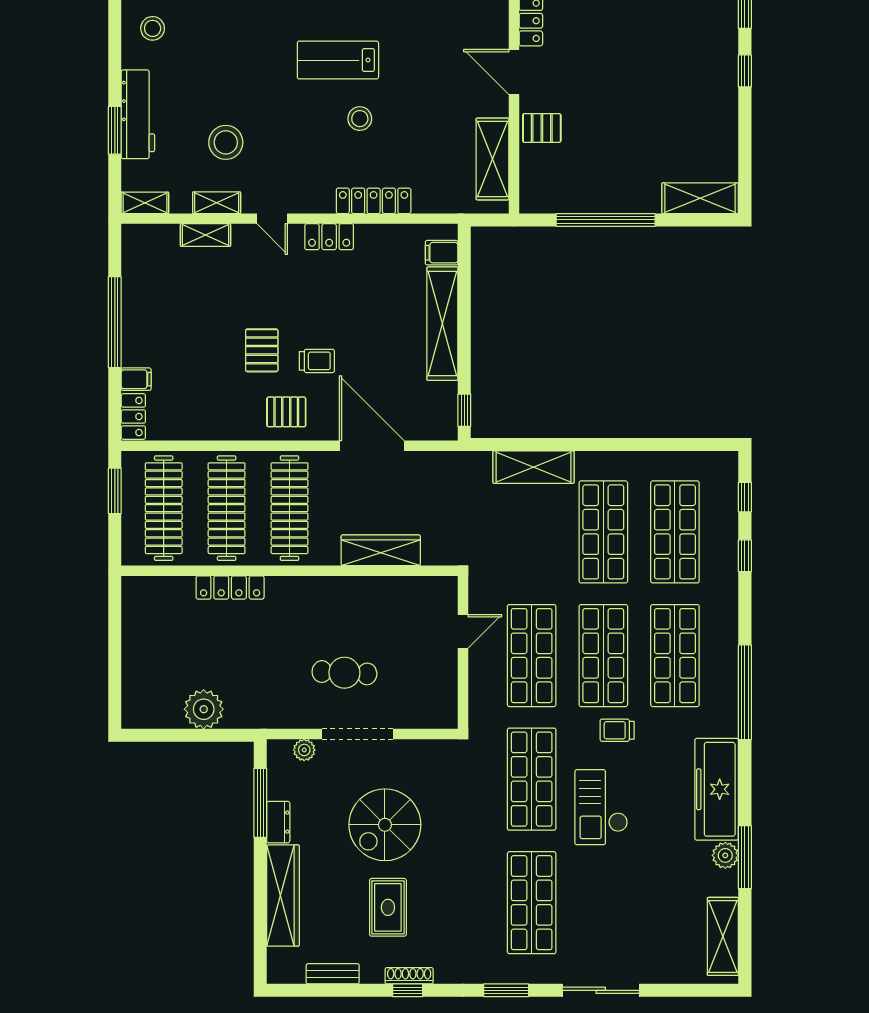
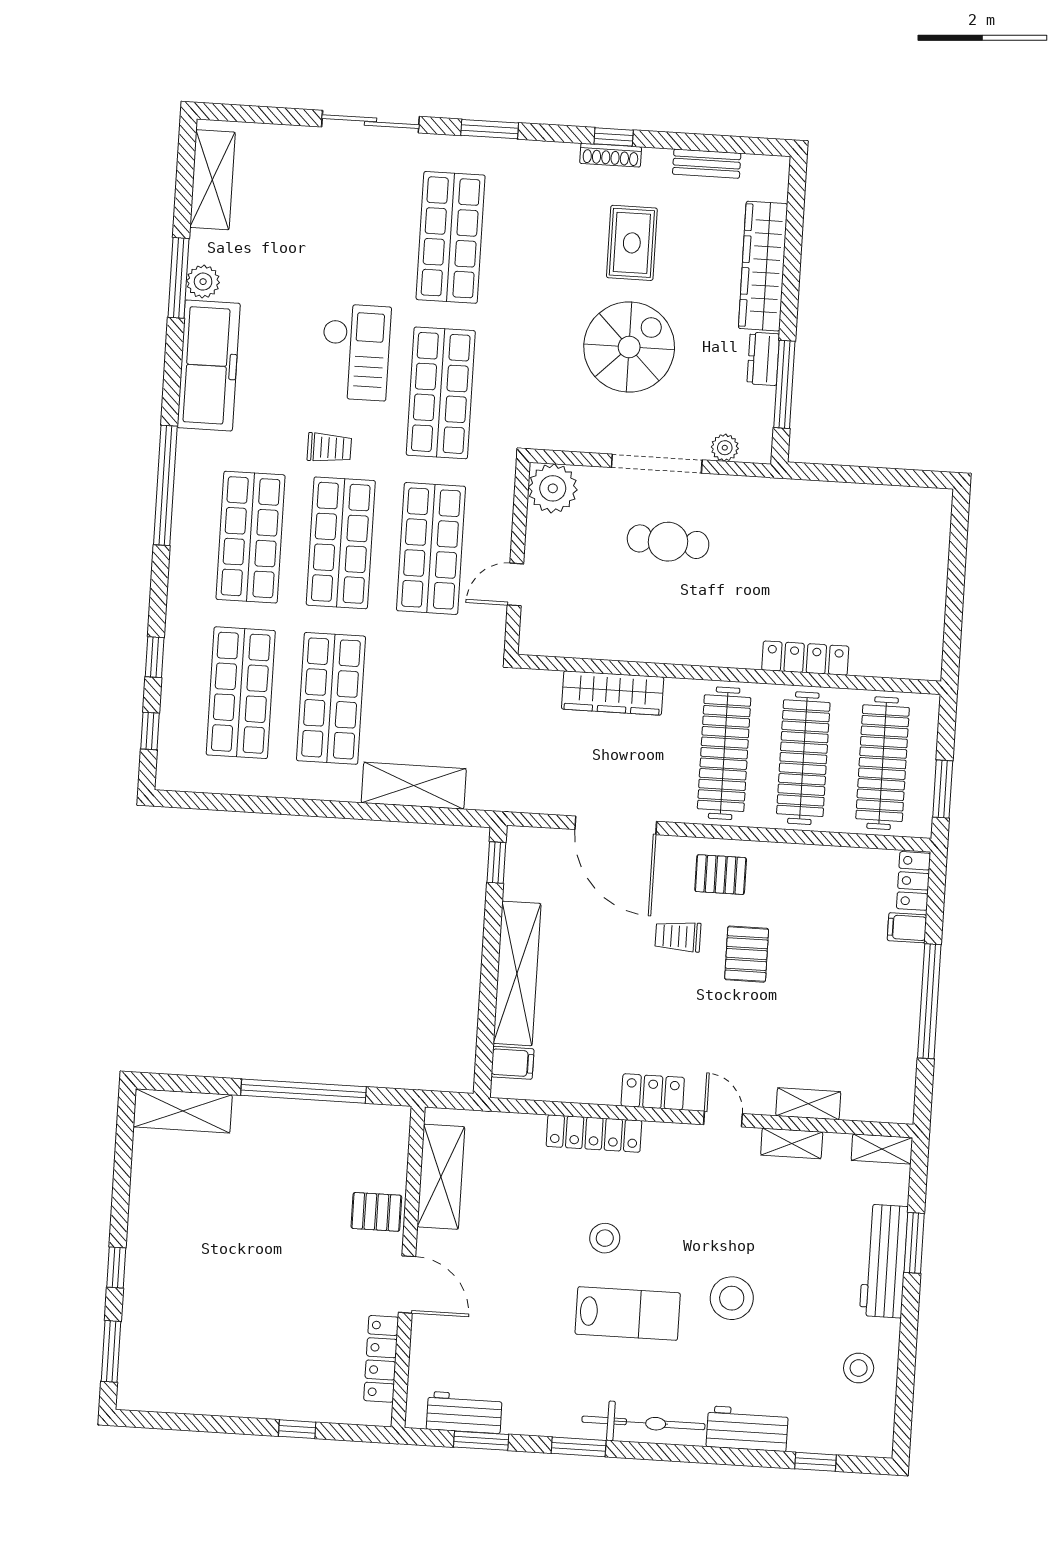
stool: (226, 142) -> (732, 1298), moved
plant: (204, 709) -> (553, 488), moved

